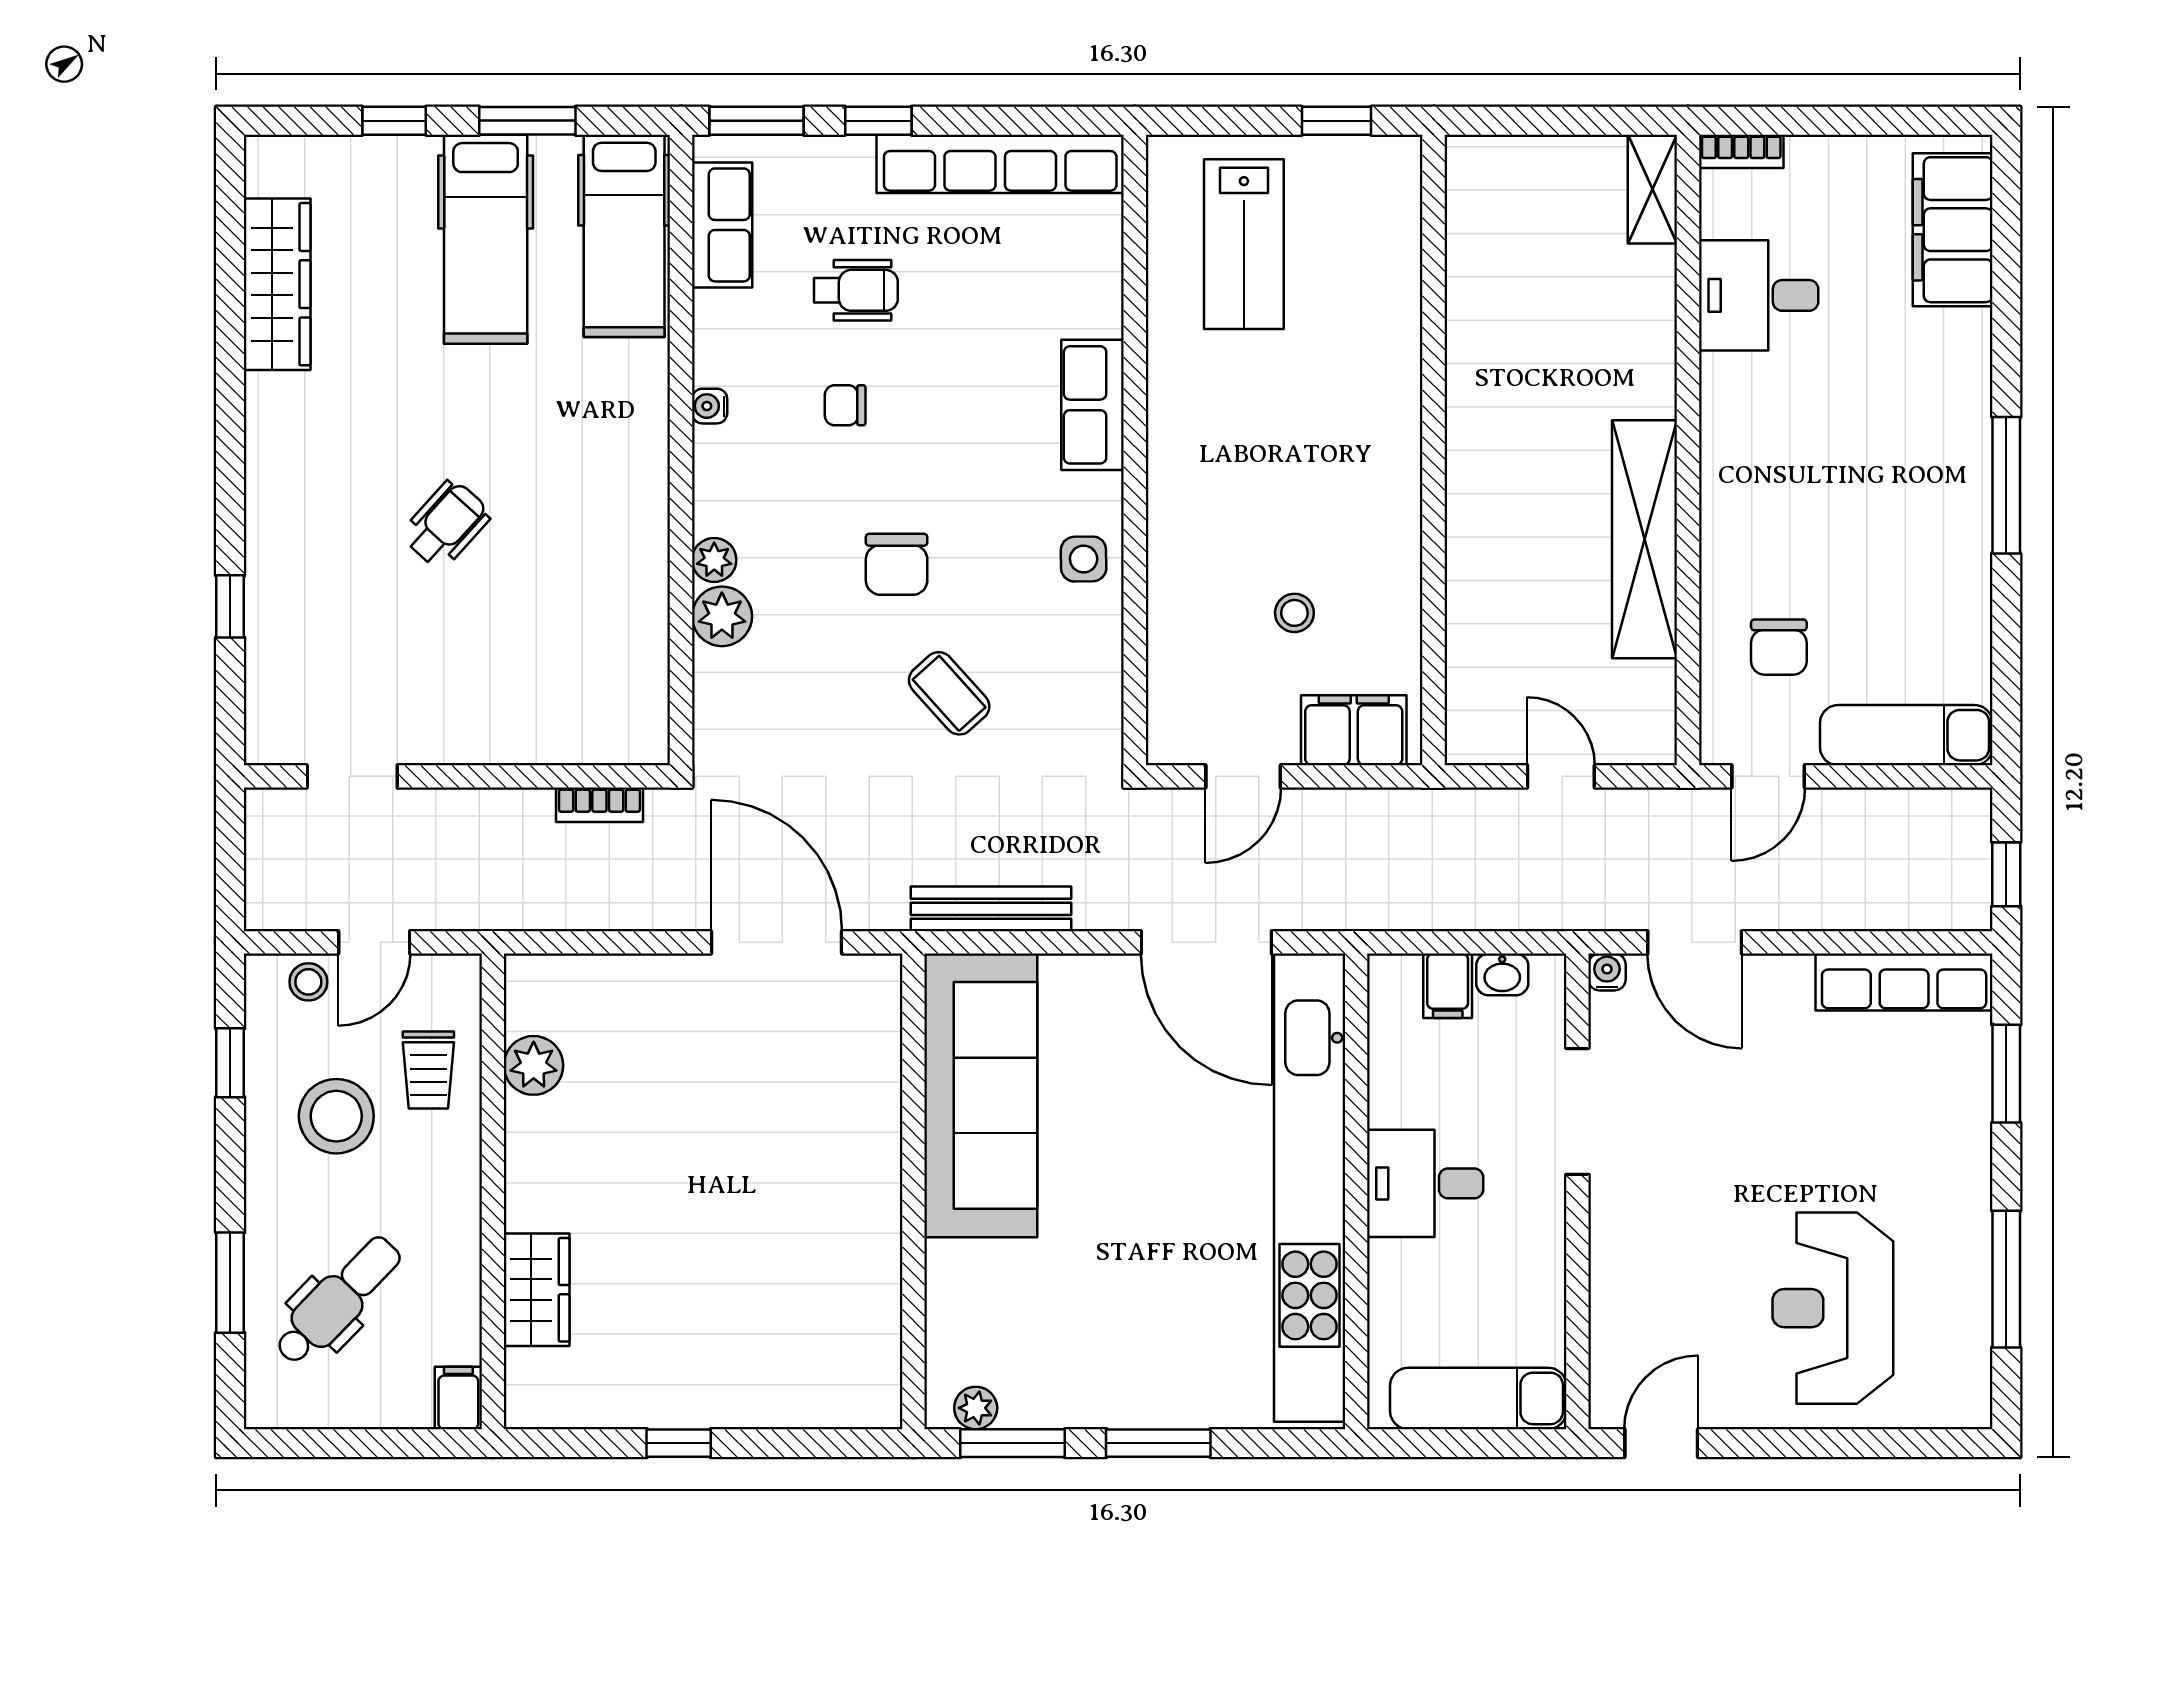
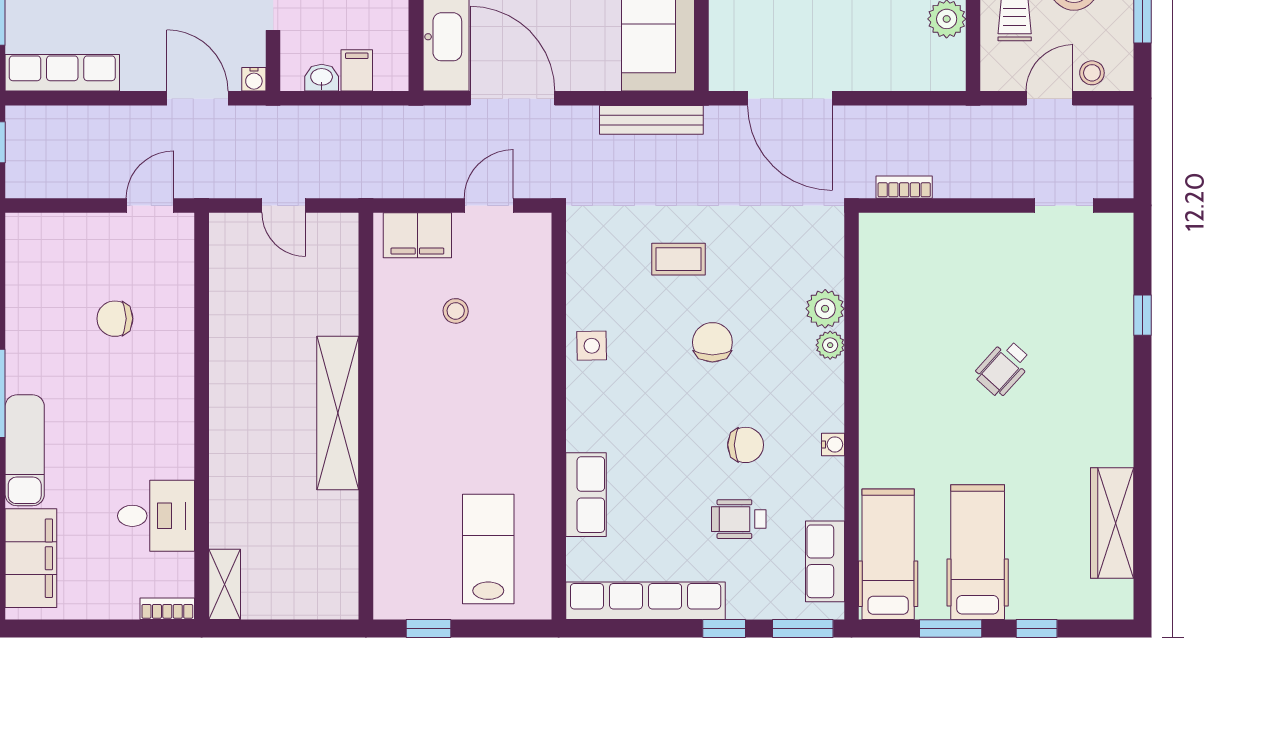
chair: (845, 405) -> (746, 445), width x1.37, depth x1.37
row of seats: (1093, 405) -> (586, 495), moved
shelving: (1645, 539) -> (338, 413), moved
chair: (1779, 647) -> (115, 319), moved, turned -90
coffee table: (949, 693) -> (678, 259), turned -48
exam couch: (1906, 735) -> (25, 450), moved, turned -90

